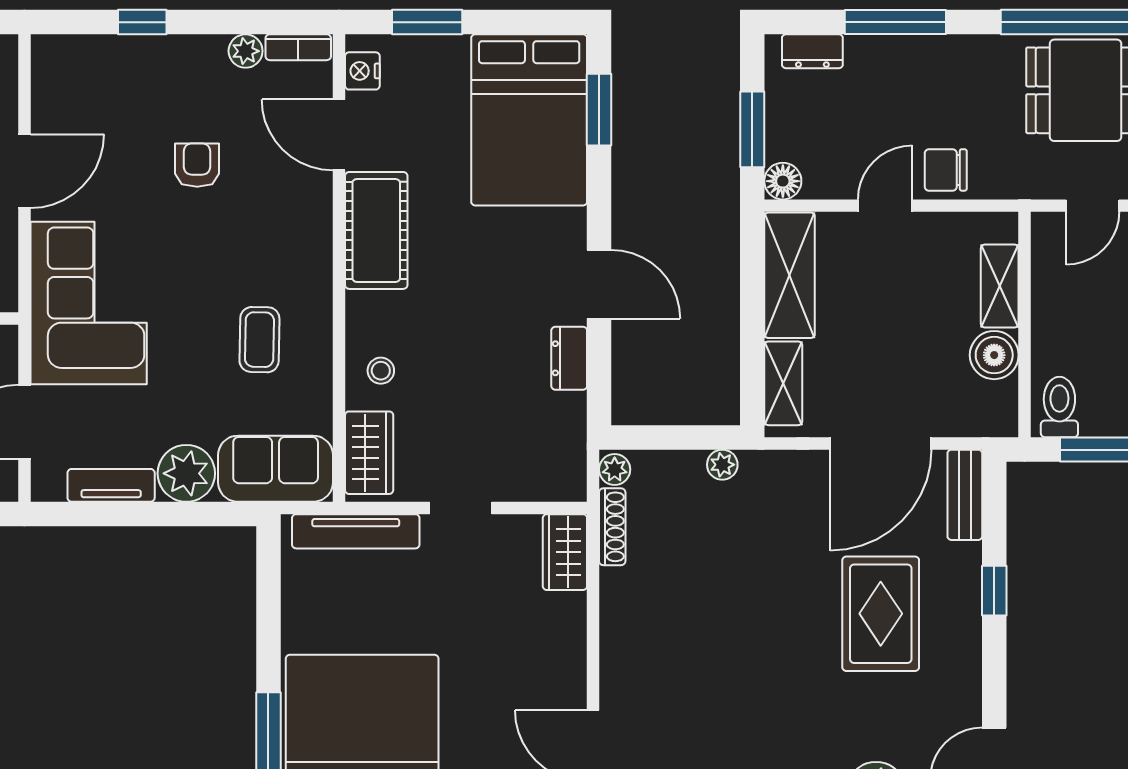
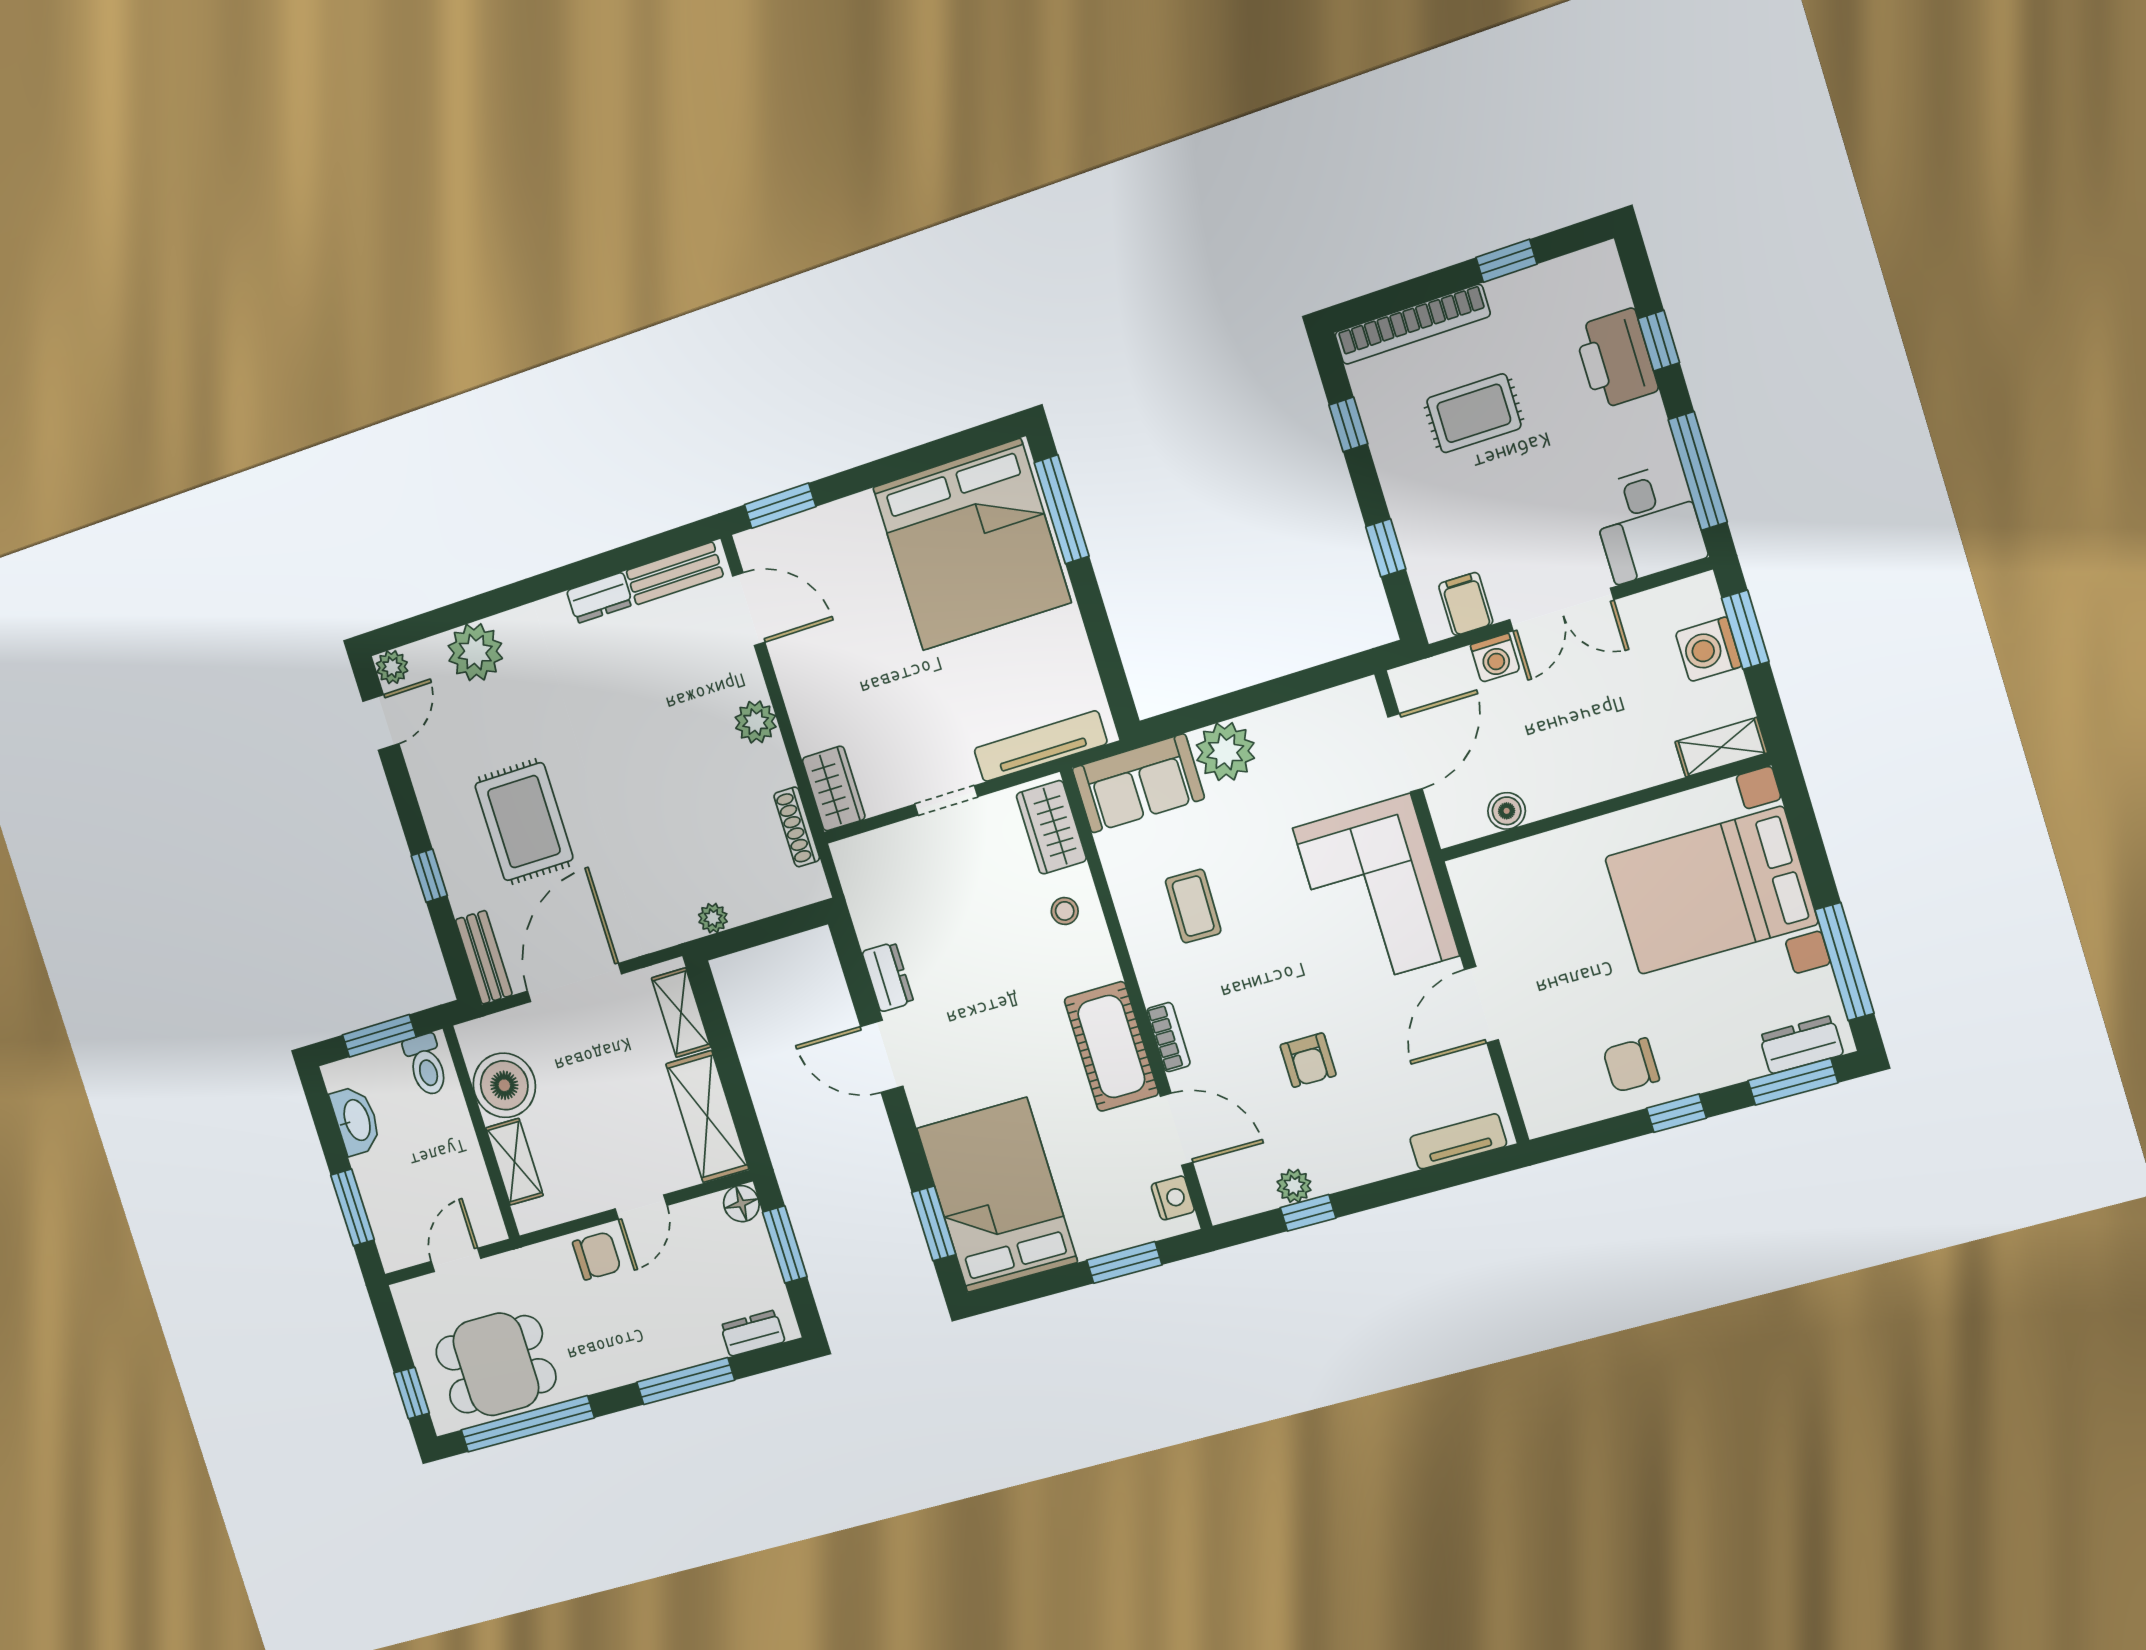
window: (142, 22) -> (1308, 1213), moved
bookcase: (298, 47) -> (1168, 1037), moved, turned 90
boiler: (994, 355) -> (504, 1085), width x1.37, depth x1.37
plant: (615, 469) -> (756, 722), moved, width x1.38, depth x1.38
tv unit: (111, 485) -> (1458, 1141), moved, turned 180

